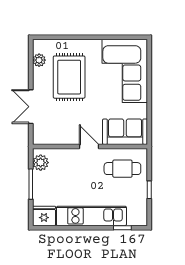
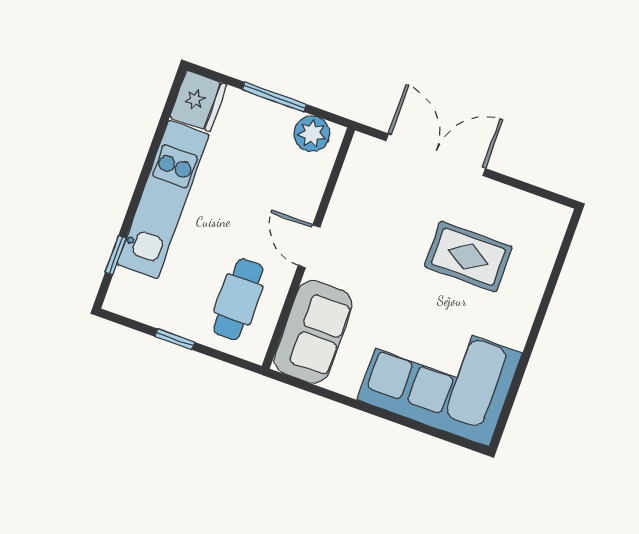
plant: (39, 60) -> (526, 207), removed
rug: (69, 77) -> (468, 257), width x0.73, depth x0.70
double door: (31, 107) -> (435, 155), width x1.37
door: (89, 147) -> (309, 246), swing flipped

